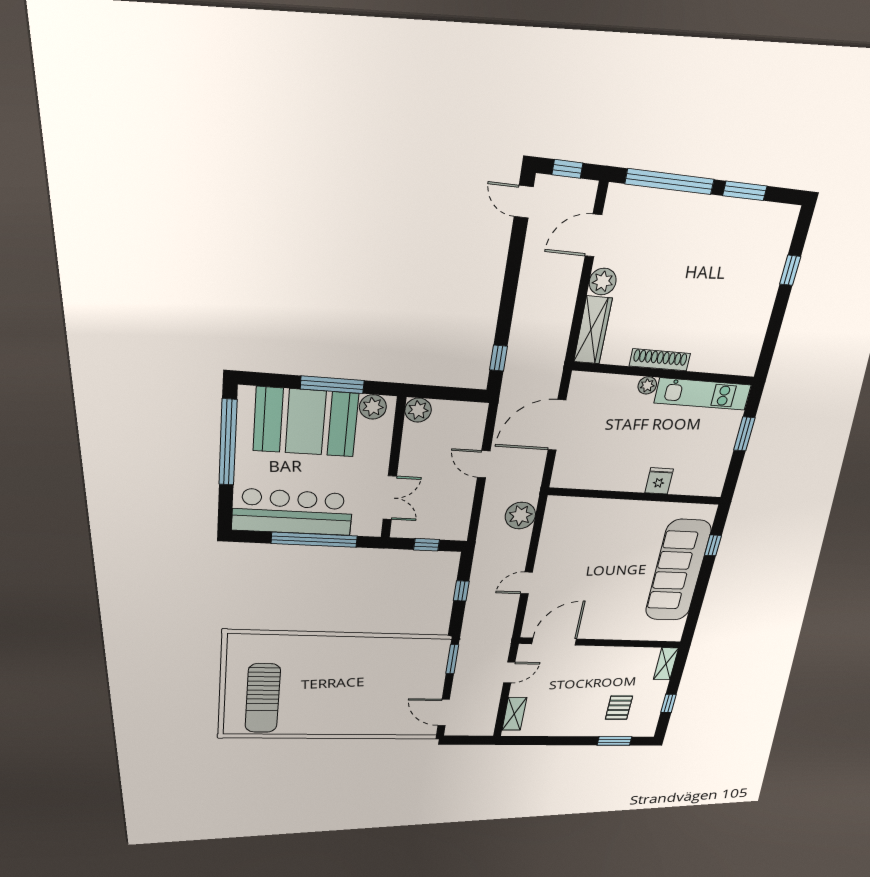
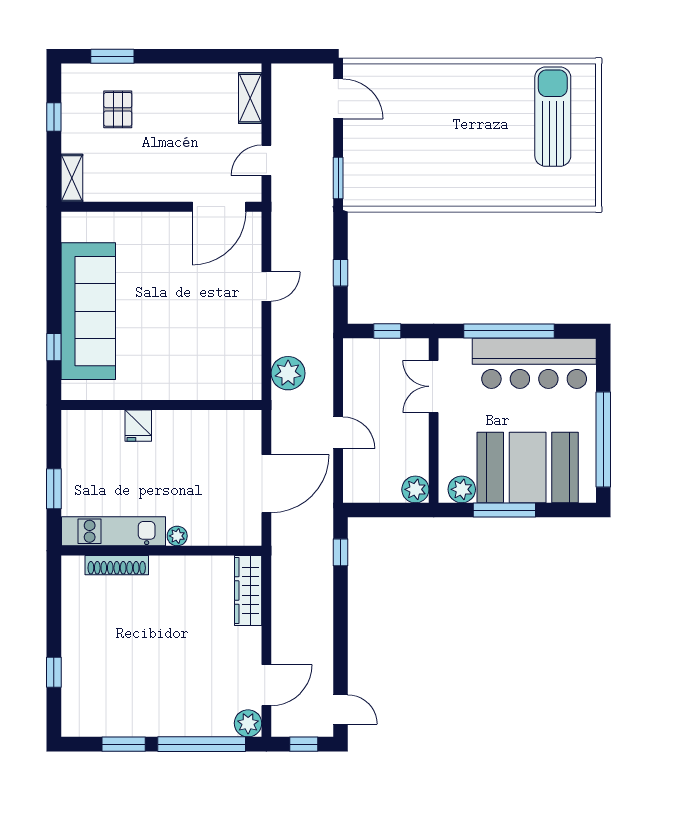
plant: (603, 282) -> (248, 723), moved
shoe rack: (660, 360) -> (117, 565), moved

